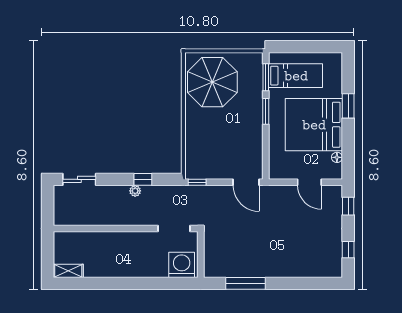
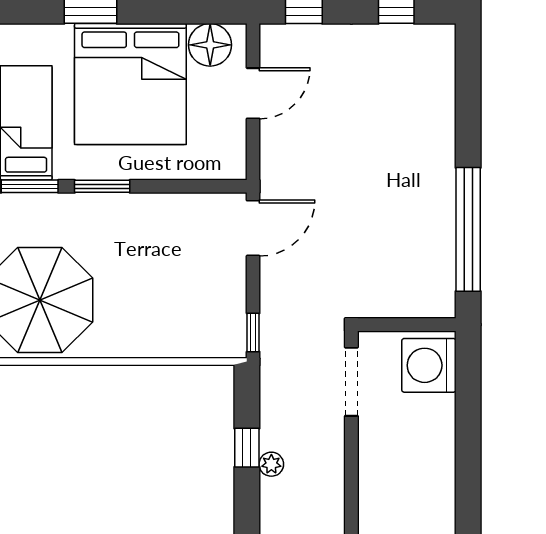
floor lamp: (337, 157) -> (210, 45), width x1.89, depth x1.89
window: (245, 283) -> (468, 229), width x1.46

